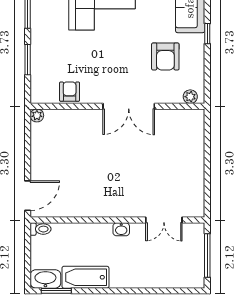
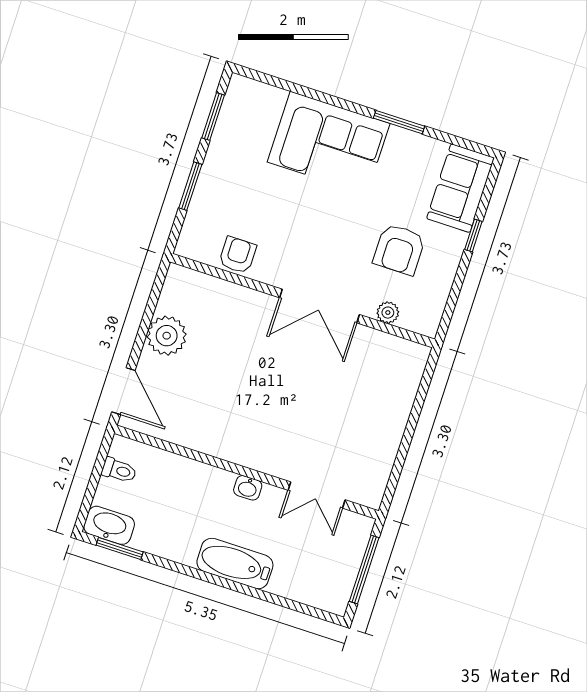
plant: (190, 97) -> (388, 313), moved
plant: (37, 115) -> (167, 336), moved, width x1.88, depth x1.88
door: (28, 196) -> (123, 391), hinge flipped
toilet: (41, 229) -> (119, 470), moved
bathtub: (85, 277) -> (235, 564), moved

